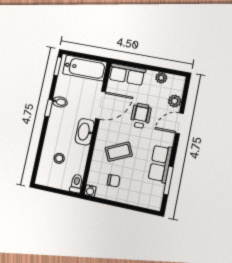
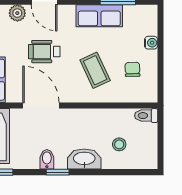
washbasin: (85, 132) -> (84, 159), moved, turned 180
water cooler: (90, 191) -> (151, 43), moved

